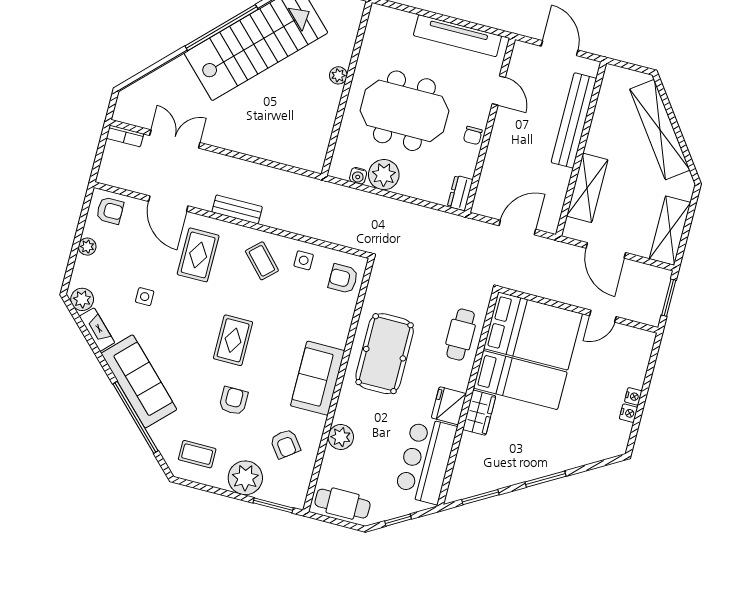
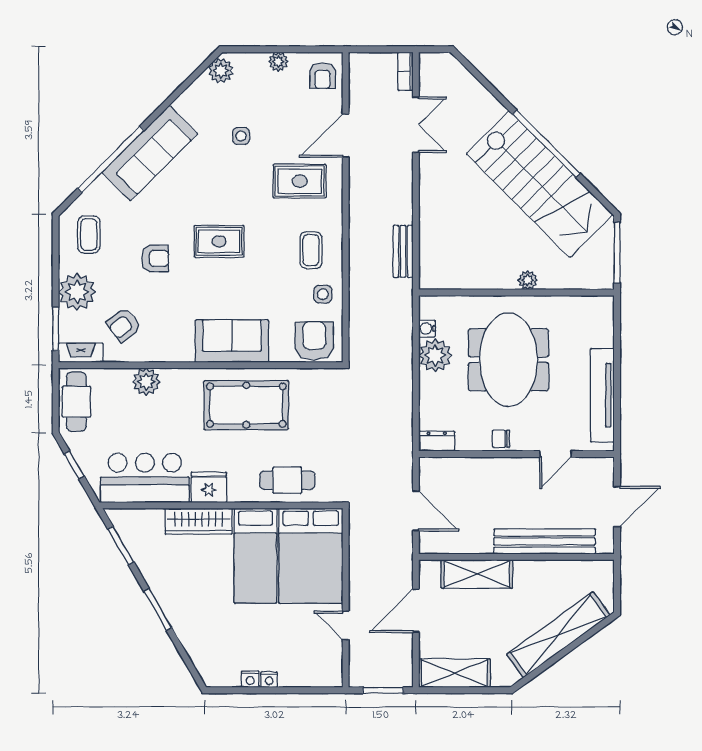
bench: (237, 209) -> (403, 251), moved
coffee table: (262, 261) -> (311, 250), turned -47
armchair: (343, 279) -> (314, 341), width x1.38, depth x1.38
fireplace: (97, 330) -> (81, 353), moved, turned -135
sofa: (318, 378) -> (232, 341), moved
wardrobe: (479, 413) -> (199, 521), width x1.50

